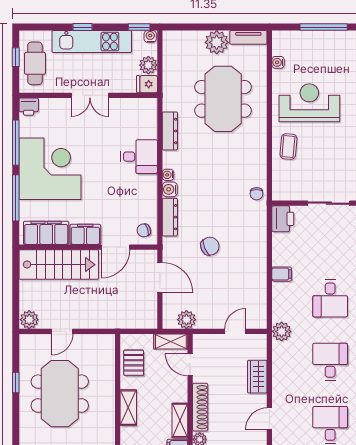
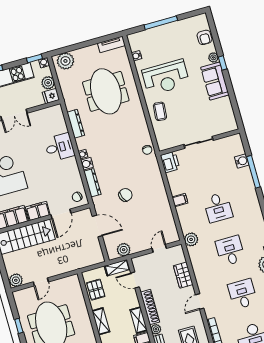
plant: (217, 42) -> (65, 61), moved
reception desk: (309, 103) -> (166, 77), turned 180

